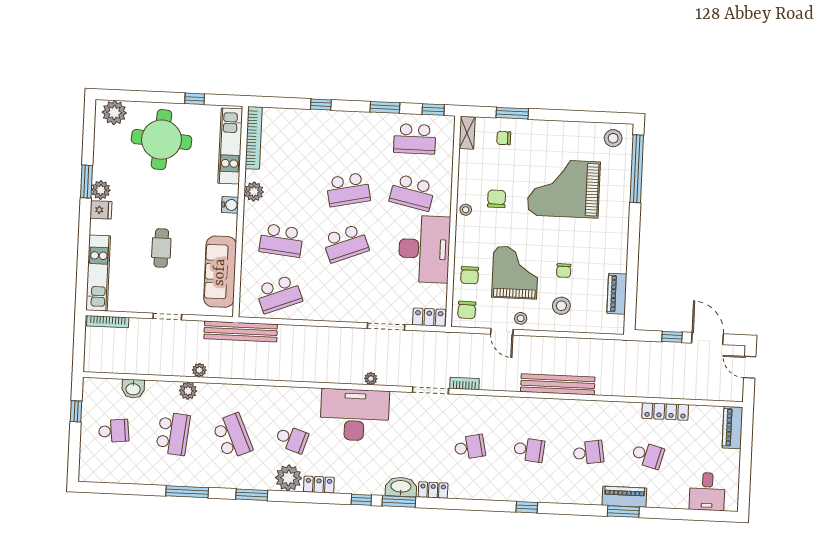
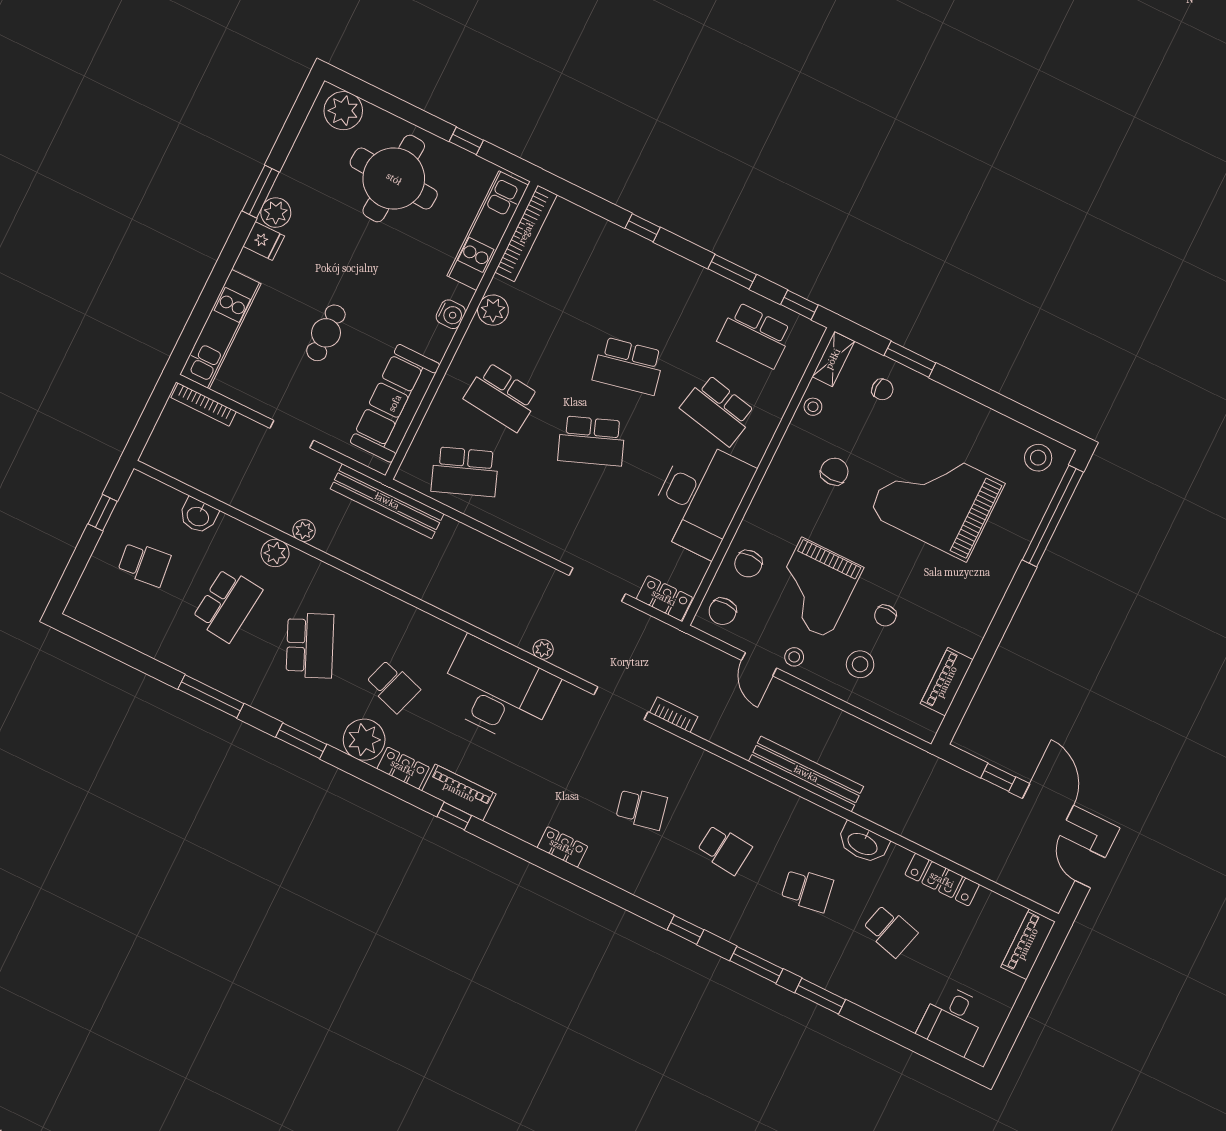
chair: (504, 138) -> (882, 389), turned 180
stool: (466, 210) -> (813, 407), moved
grand piano: (515, 272) -> (815, 588), turned 180
washbasin: (401, 487) -> (863, 843), moved, turned 180
piano: (624, 497) -> (459, 792), moved
window: (399, 501) -> (756, 965), moved

